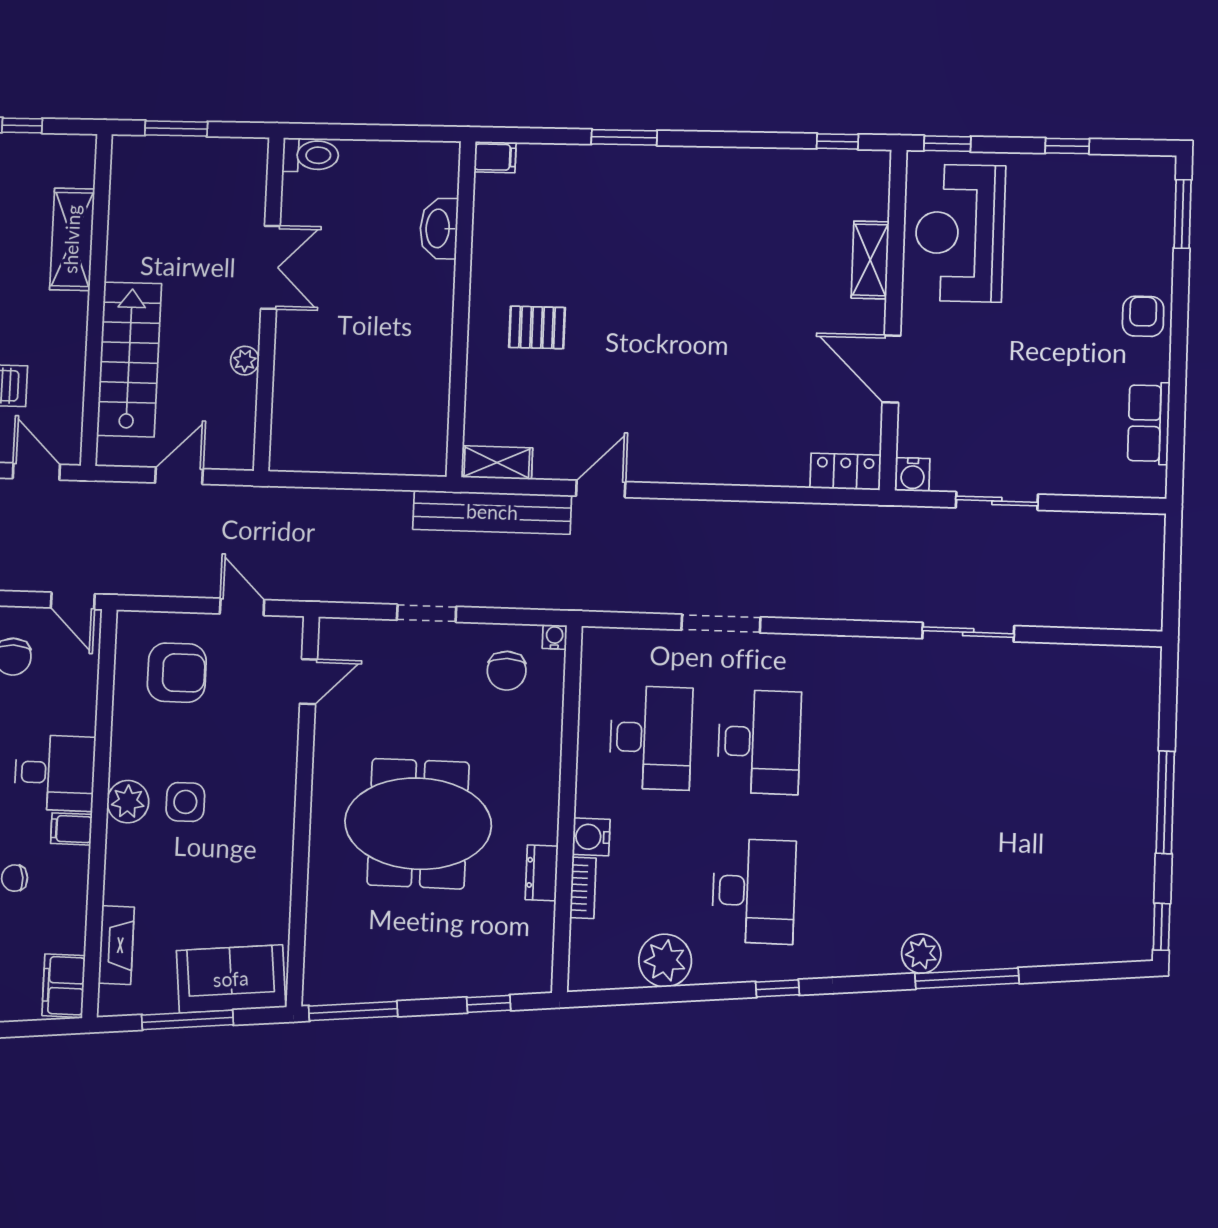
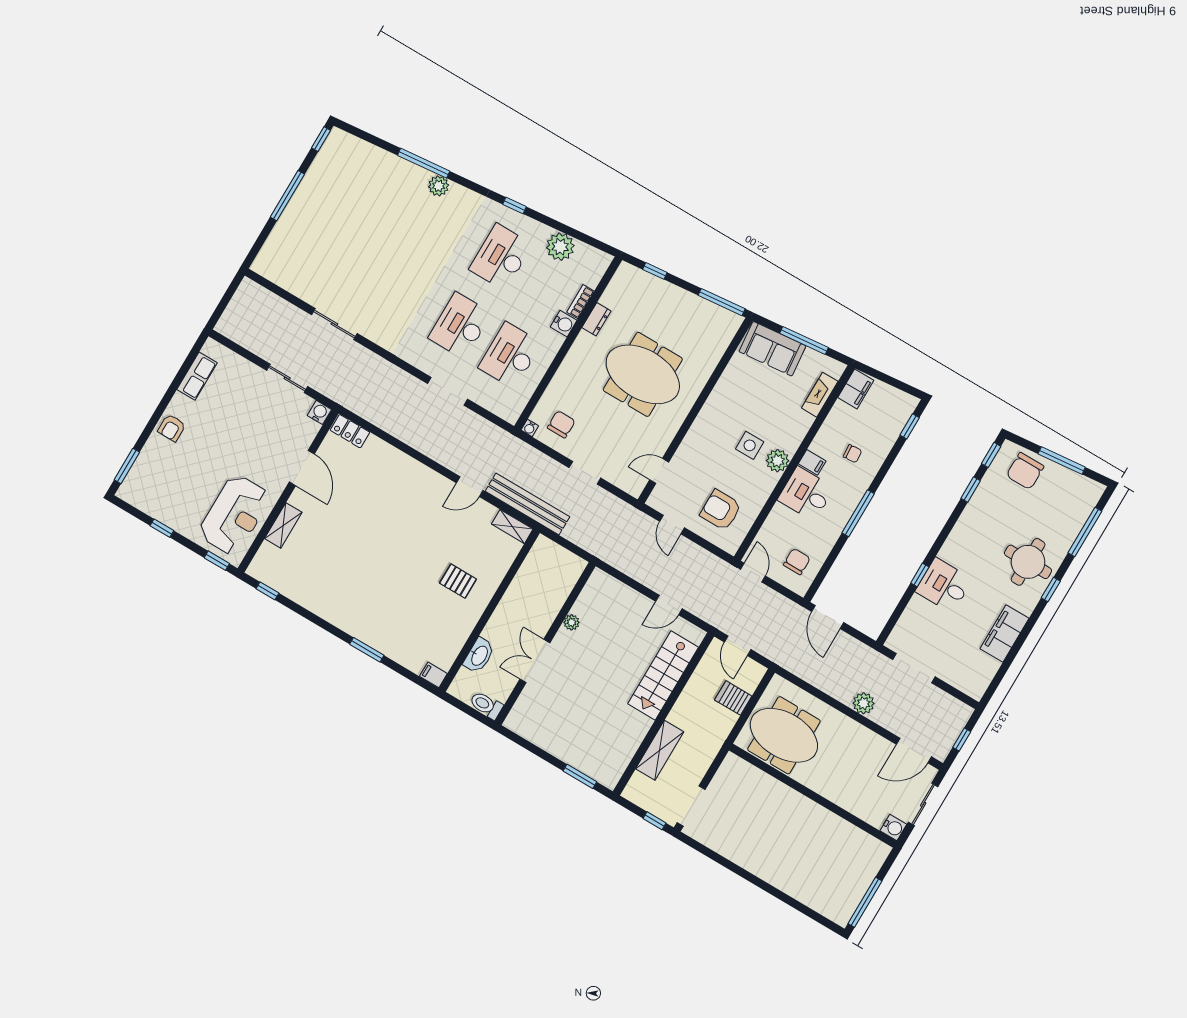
toilet: (310, 155) -> (486, 705), moved
double door: (270, 267) -> (535, 661), moved
wall: (269, 304) -> (545, 644), moved
plant: (245, 361) -> (572, 622), moved

